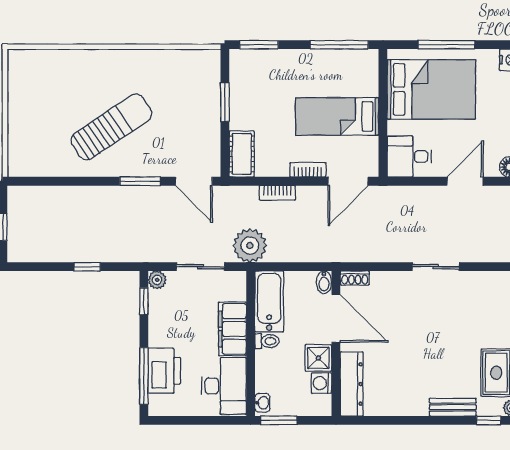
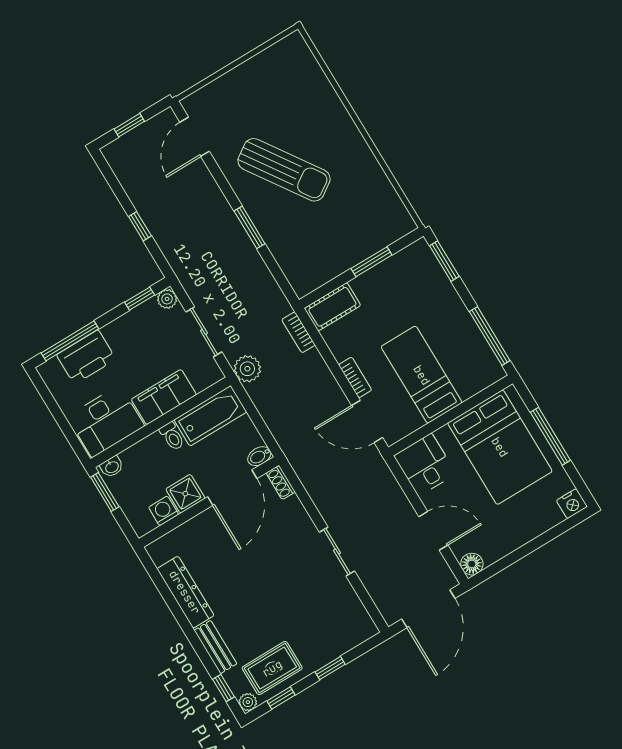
door: (194, 181) -> (195, 137), moved
bookcase: (277, 193) -> (298, 332), moved
plant: (250, 246) -> (247, 369), width x0.73, depth x0.73
dresser: (352, 384) -> (185, 592), moved, turned -90

